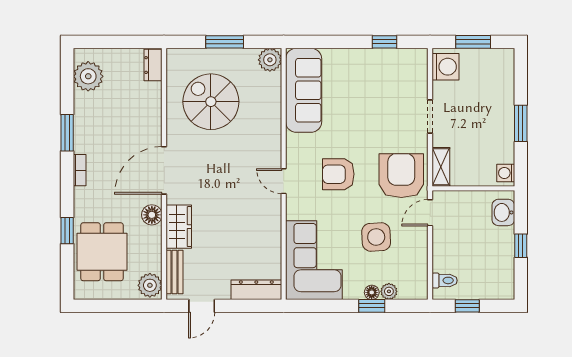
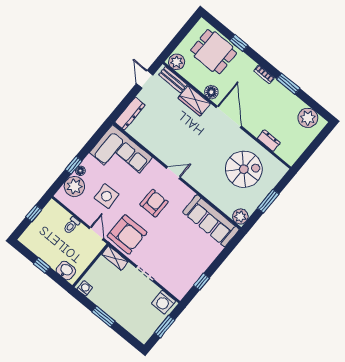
dresser: (153, 65) -> (269, 141), moved
toilet: (445, 280) -> (71, 225), moved
plant: (389, 291) -> (74, 186), width x1.88, depth x1.88

